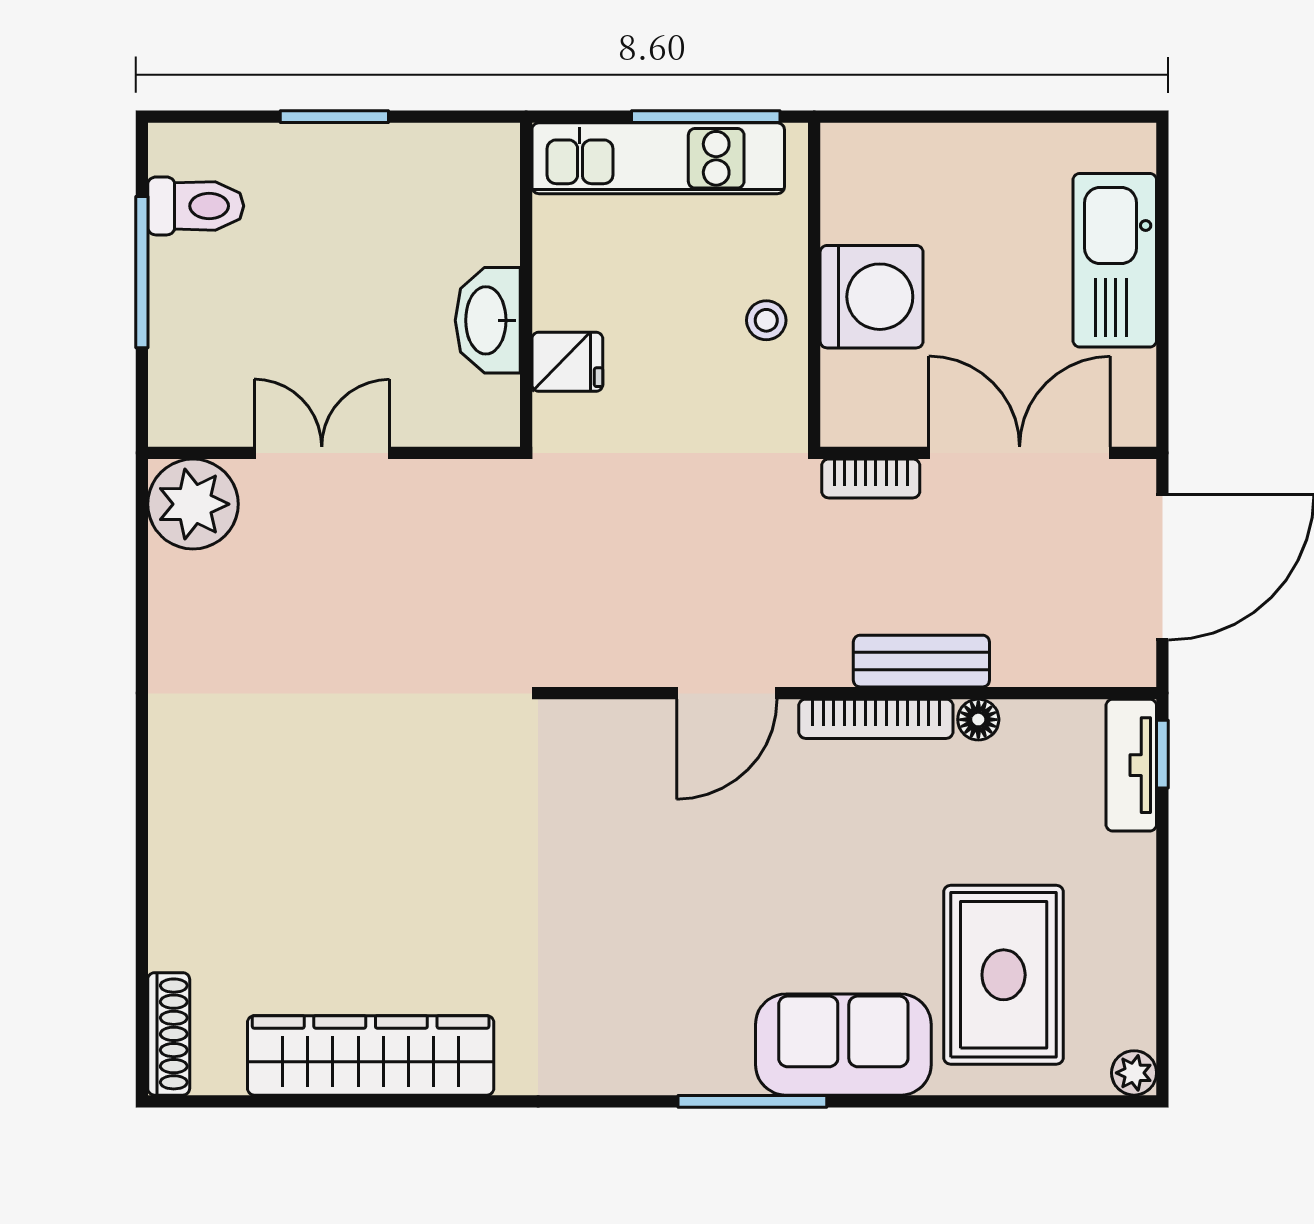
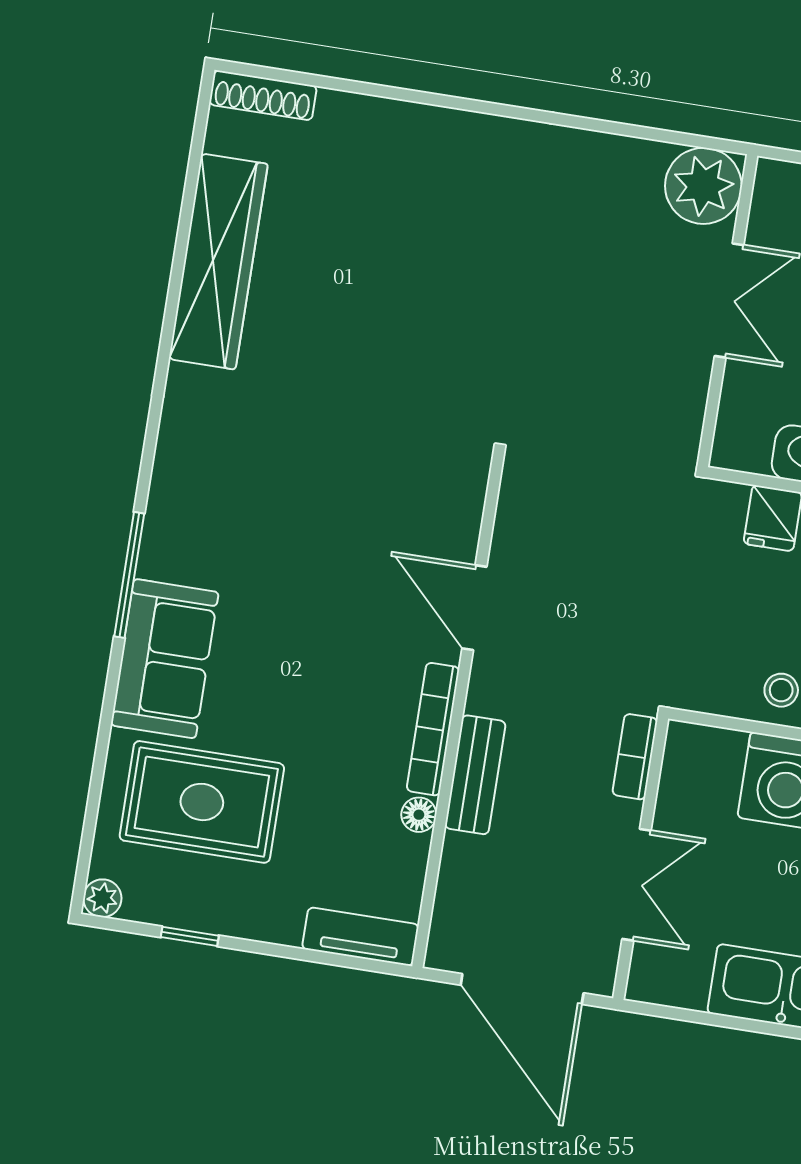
double door: (1020, 453) -> (637, 885), width x0.73
window: (1162, 754) -> (190, 936), moved

